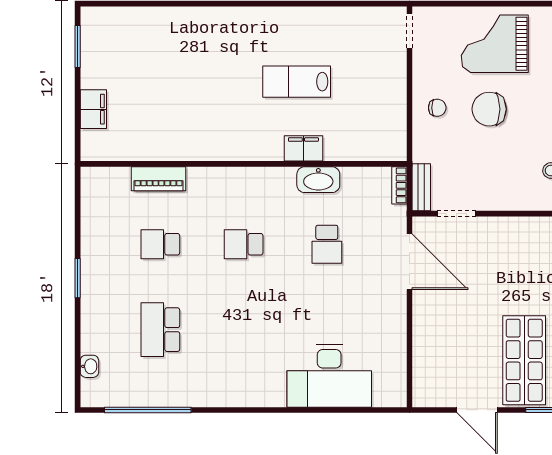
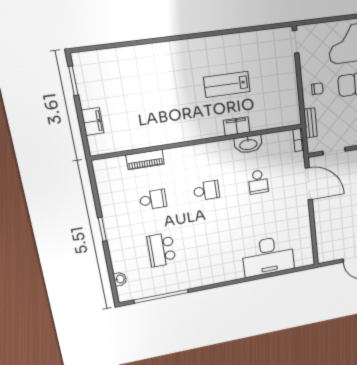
bench: (421, 187) -> (310, 123), moved
school desk: (160, 244) -> (153, 200), turned 180
school desk: (244, 244) -> (206, 191), turned 180

